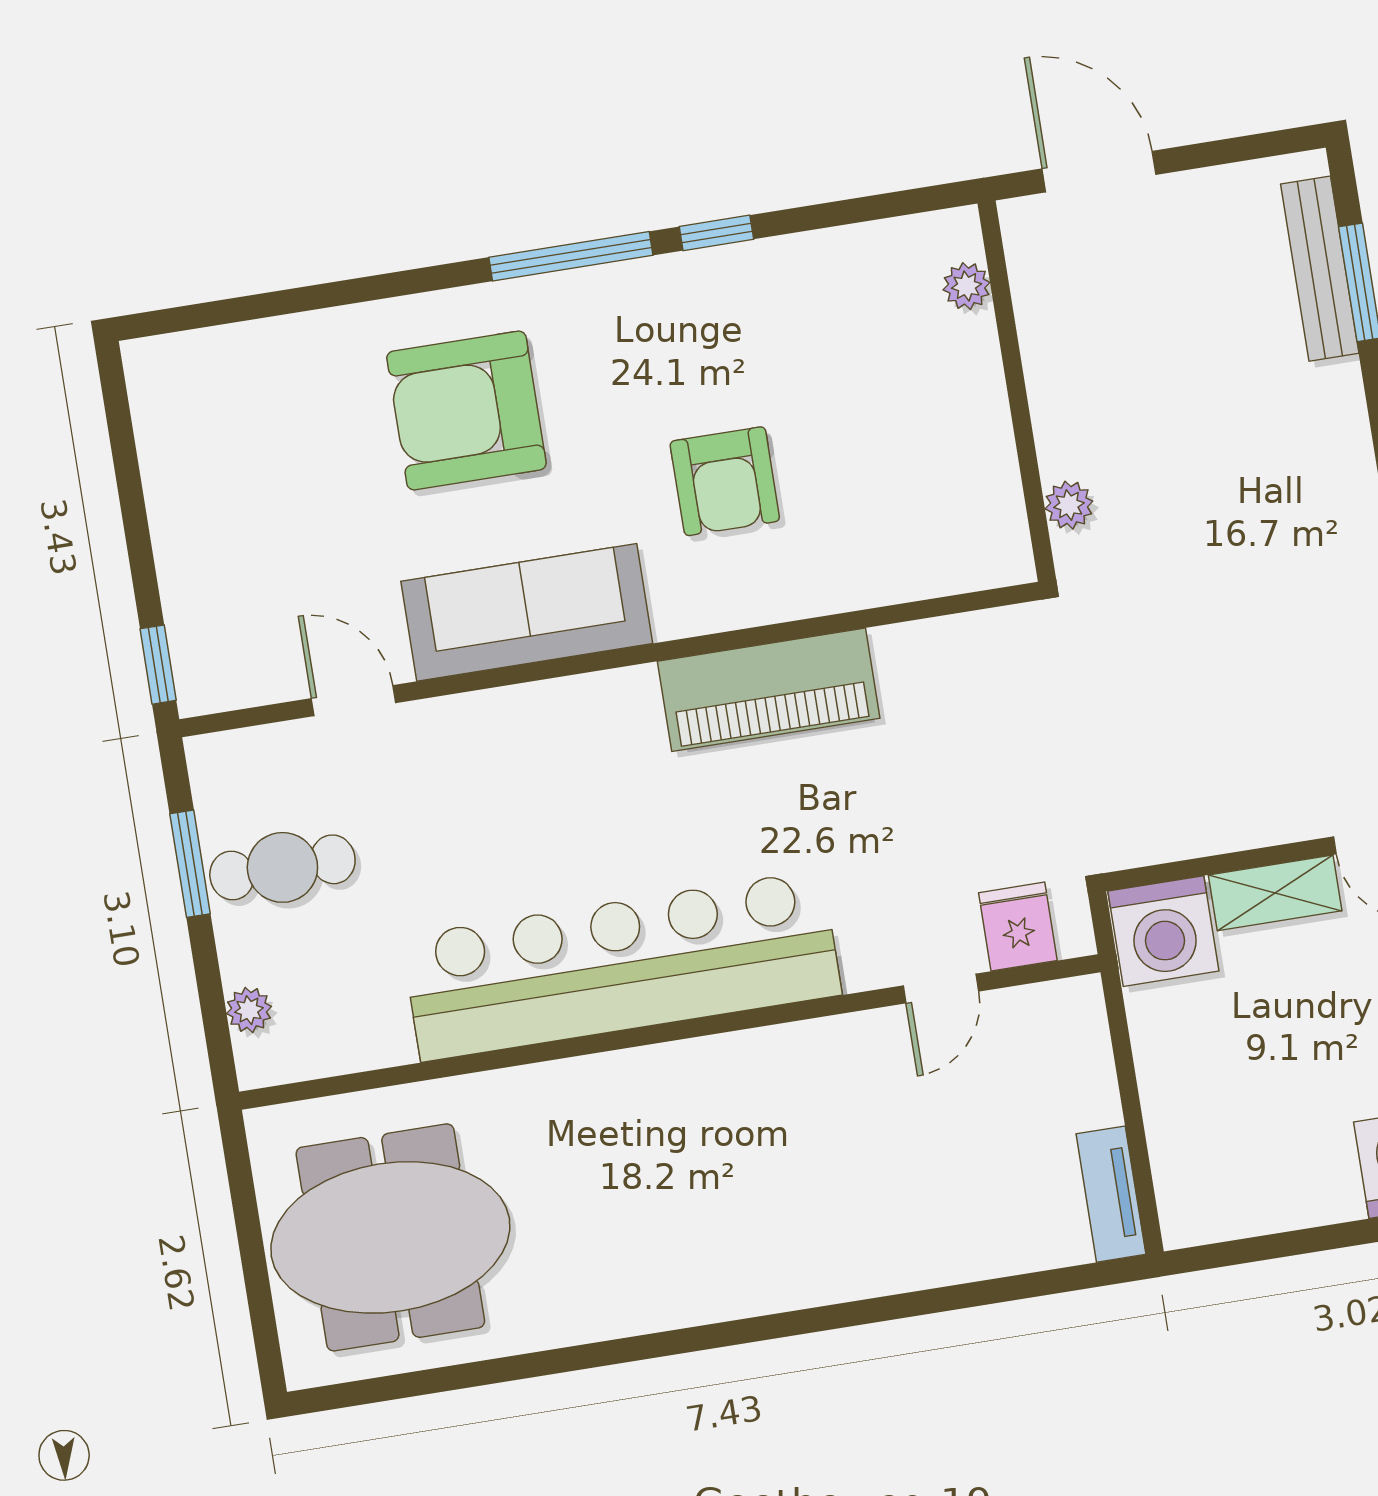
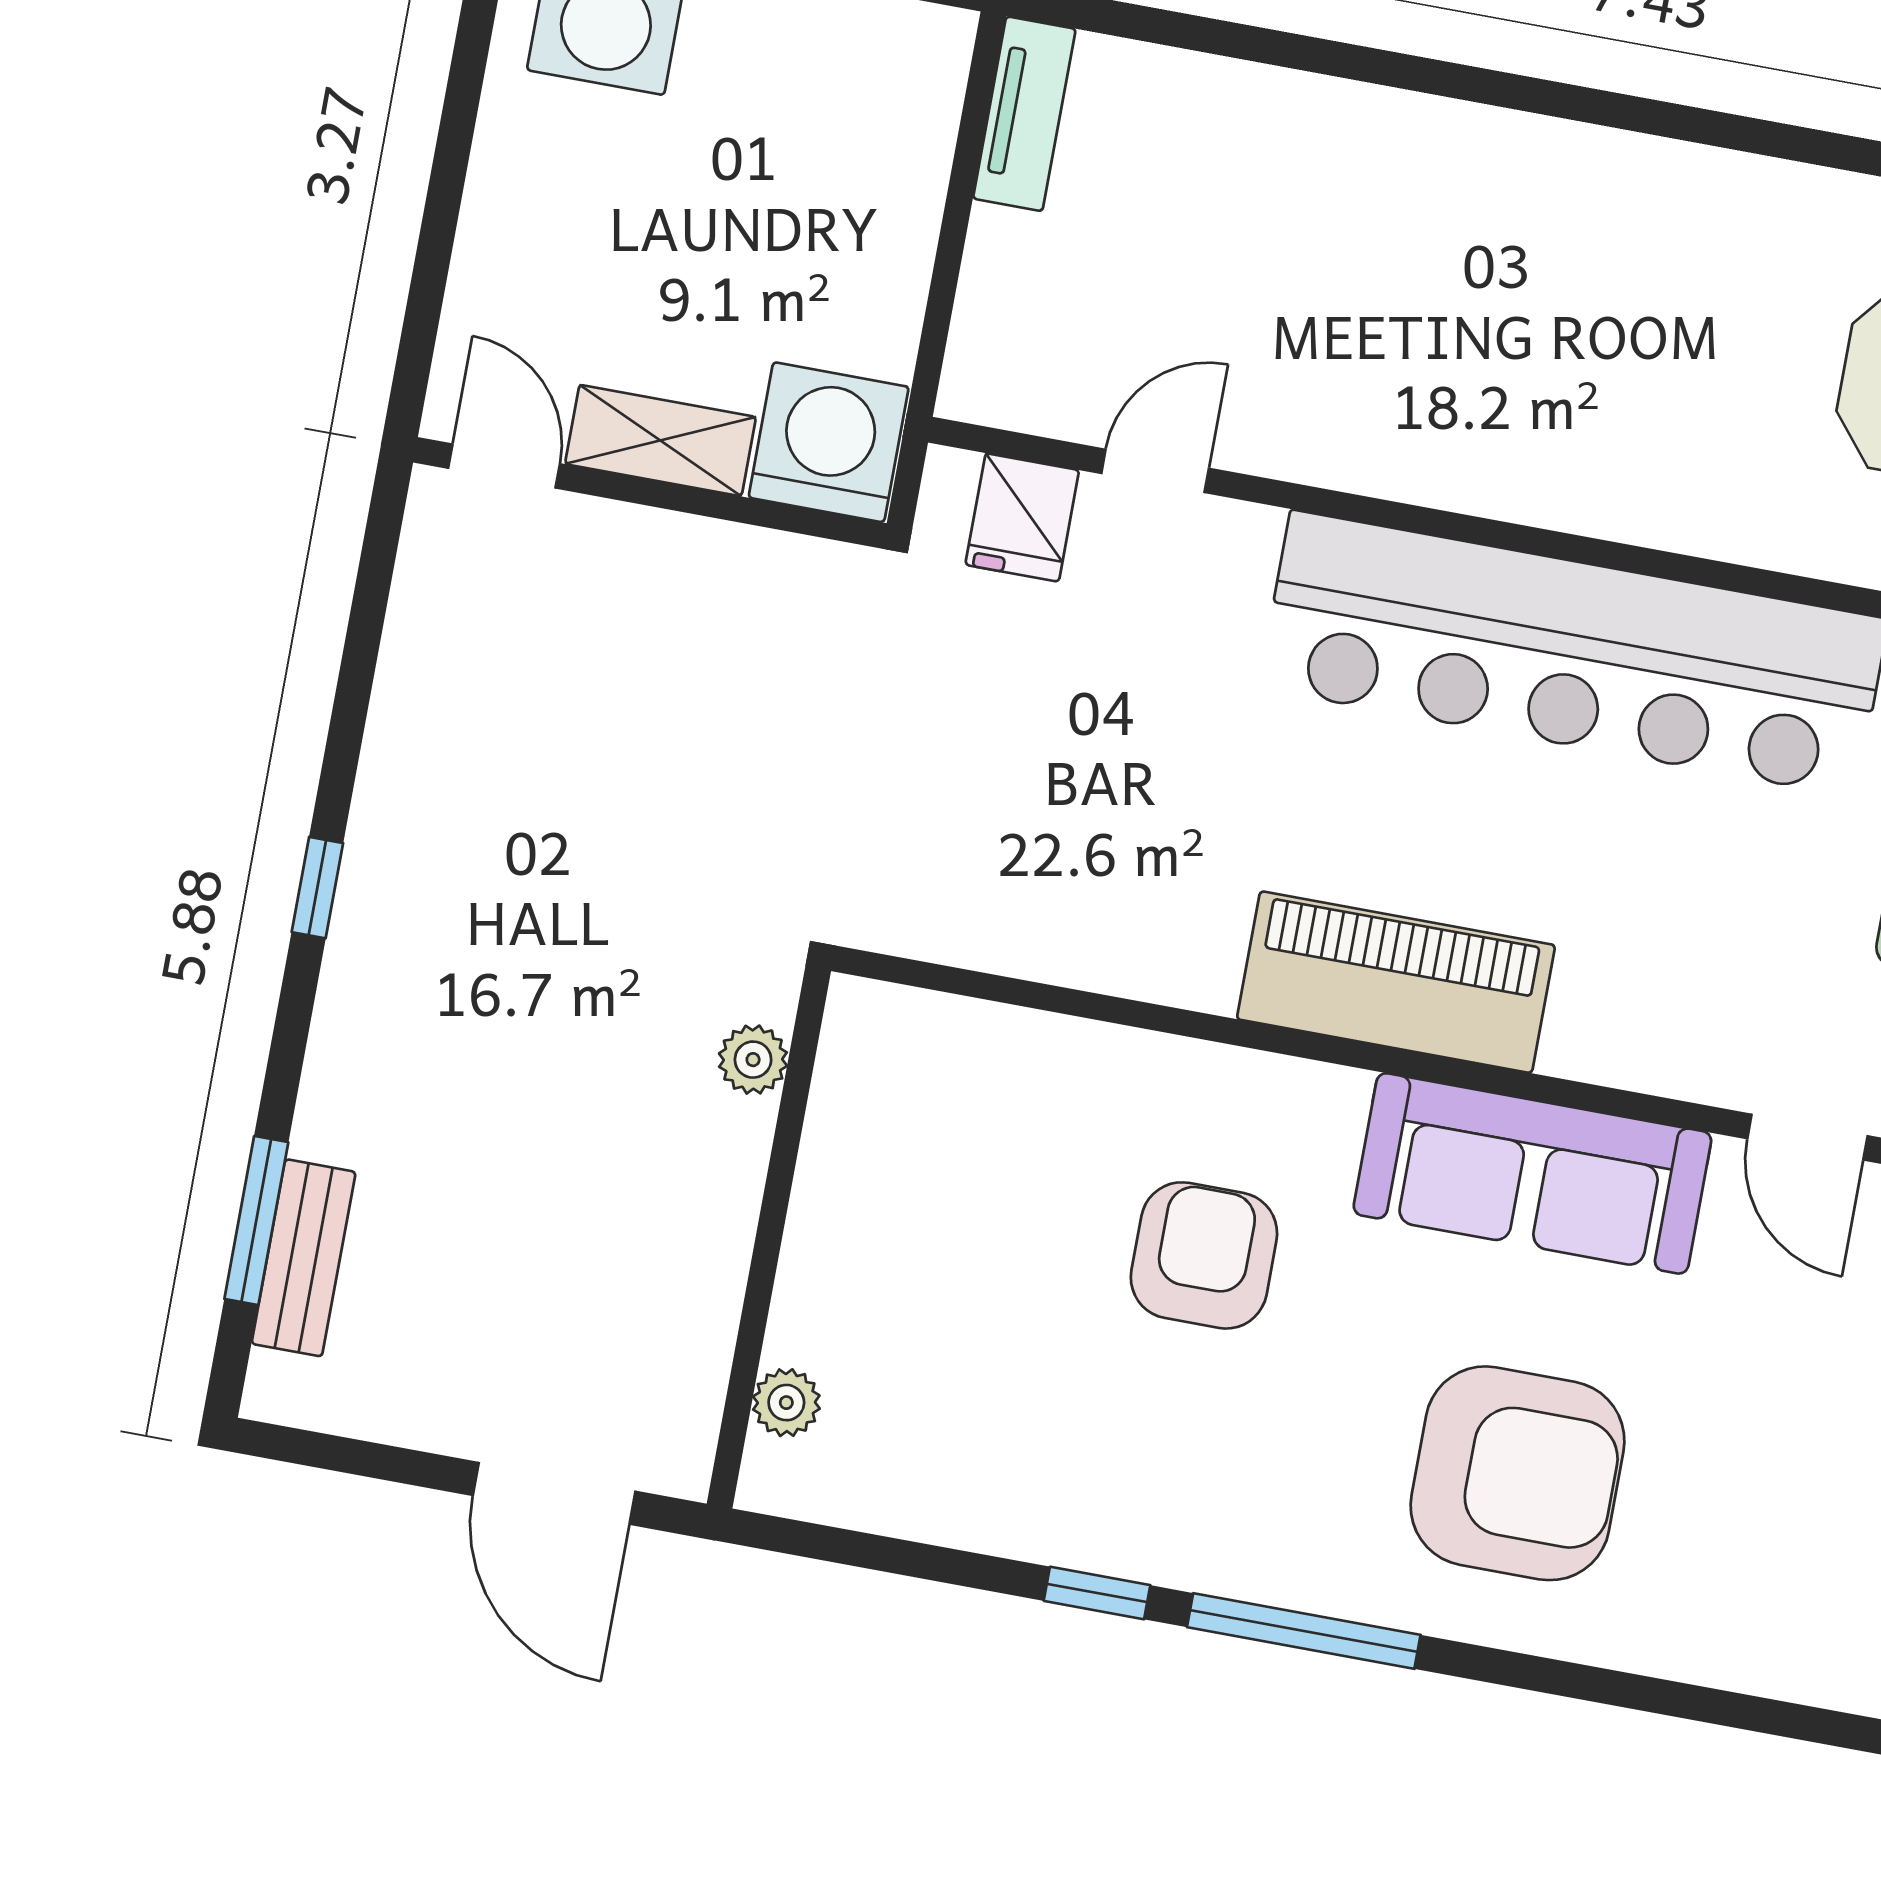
bench: (1320, 269) -> (304, 1258), width x0.73
piano: (769, 690) -> (1396, 982), moved

